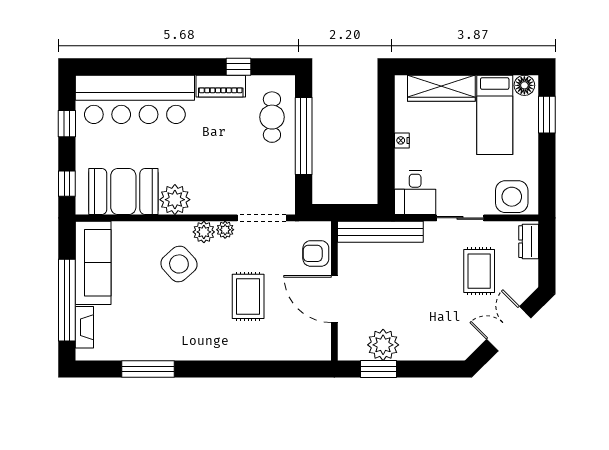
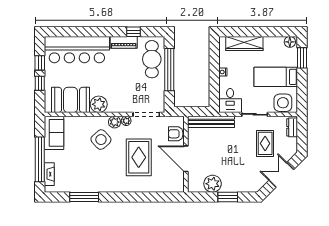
bed: (495, 115) -> (276, 77), moved, turned 90
cafe table: (272, 117) -> (152, 59), width x1.37, depth x1.35
window: (67, 184) -> (40, 83), moved
sofa: (93, 263) -> (54, 133), width x0.73
rug: (248, 296) -> (139, 157), width x1.36, depth x1.43
window: (378, 369) -> (228, 197), moved

